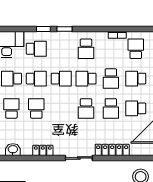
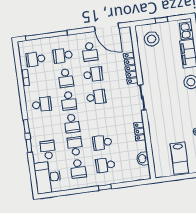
school desk: (61, 79) -> (72, 123), turned 180
school desk: (111, 79) -> (66, 78), turned 90
school desk: (136, 79) -> (63, 55), turned 90

